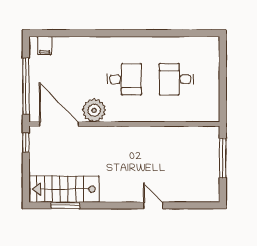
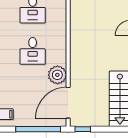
desk: (124, 79) -> (33, 51), turned 180

